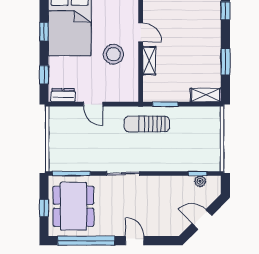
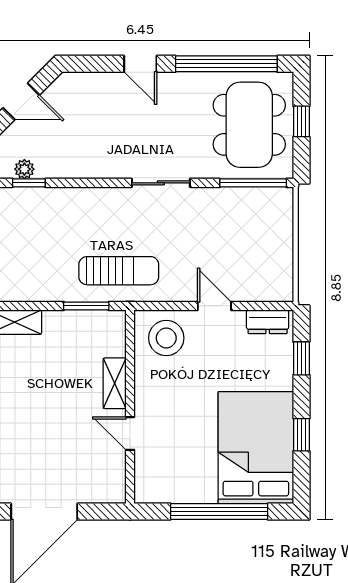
stool: (113, 54) -> (166, 338), moved

